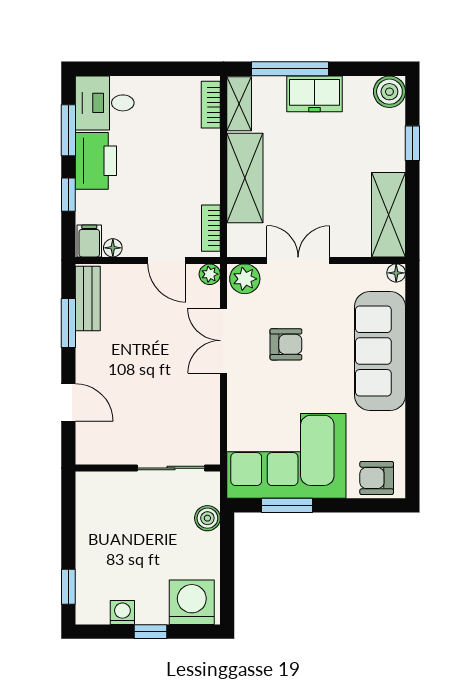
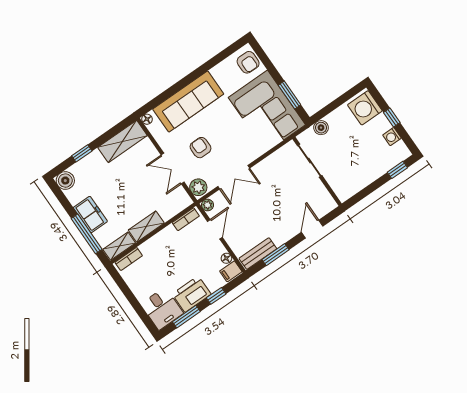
shelving: (245, 178) -> (146, 227), width x0.67, depth x0.75
armchair: (286, 344) -> (201, 148), moved

